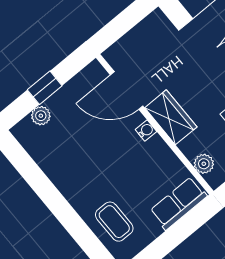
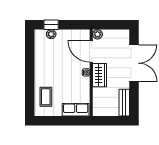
window: (45, 88) -> (51, 25), moved
plant: (204, 164) -> (97, 34), moved

